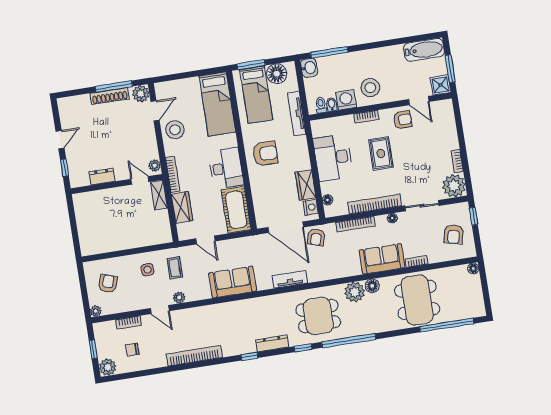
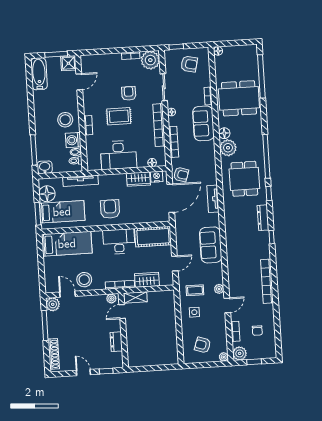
shoe rack: (110, 96) -> (54, 354), moved
armchair: (402, 120) -> (129, 93), moved
plant: (108, 367) -> (240, 353), moved

